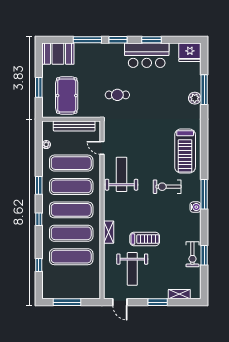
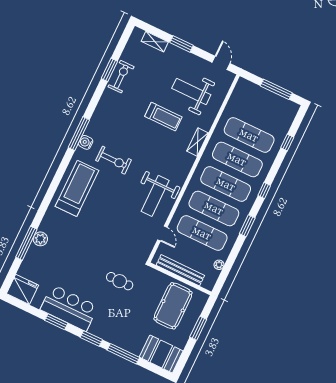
water cooler: (195, 207) -> (86, 142), moved
treadmill: (145, 239) -> (163, 117), turned 180
weight bench: (132, 269) -> (191, 92), turned -90

